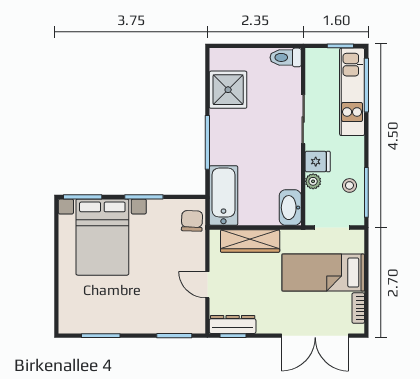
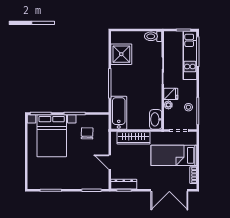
chair: (192, 221) -> (87, 133), moved

